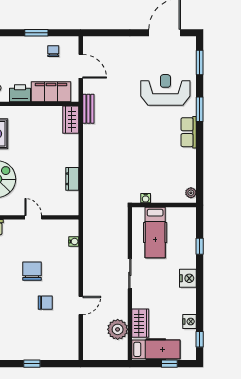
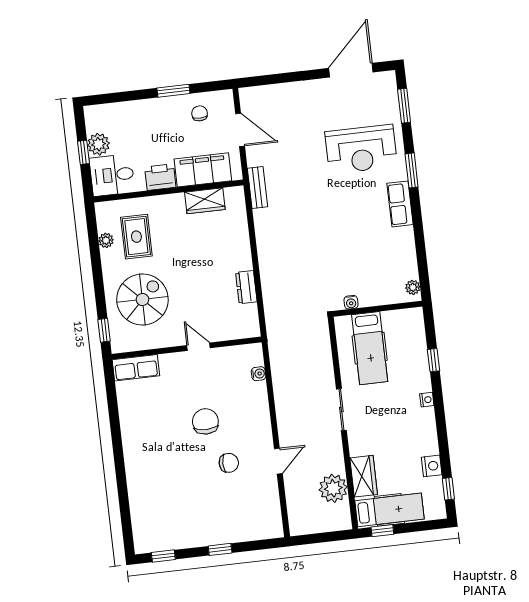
reception desk: (165, 90) -> (361, 149), turned 180
wardrobe: (71, 120) -> (205, 201), moved, turned -90
nightstand: (188, 278) -> (427, 400), width x0.53, depth x0.56
window: (169, 364) -> (382, 531), moved

